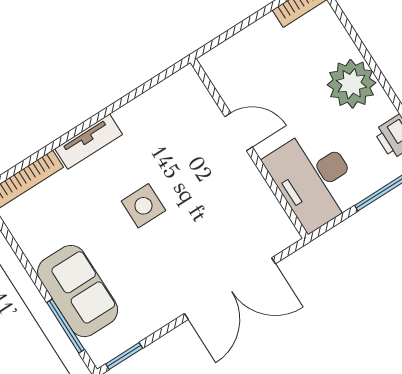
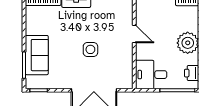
desk: (314, 179) -> (151, 75), width x0.73
side table: (143, 206) -> (90, 49), moved

